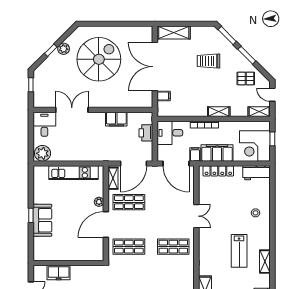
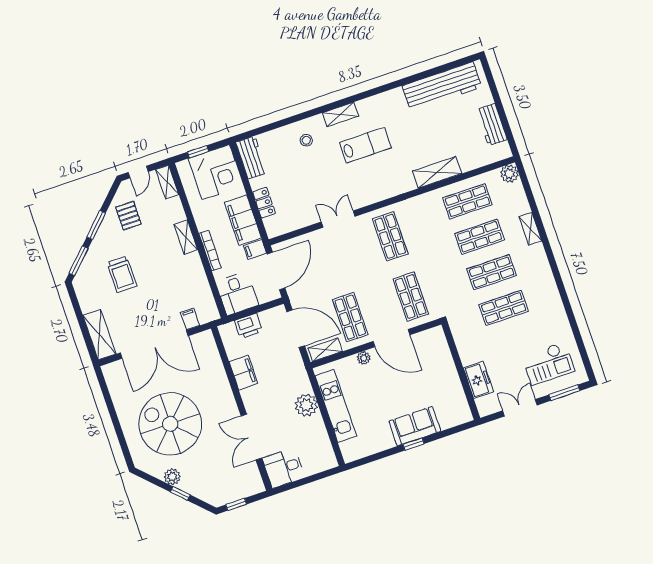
plant: (42, 153) -> (306, 405), moved
locker: (218, 171) -> (264, 203), width x0.66
shelving: (265, 262) -> (340, 114), moved

